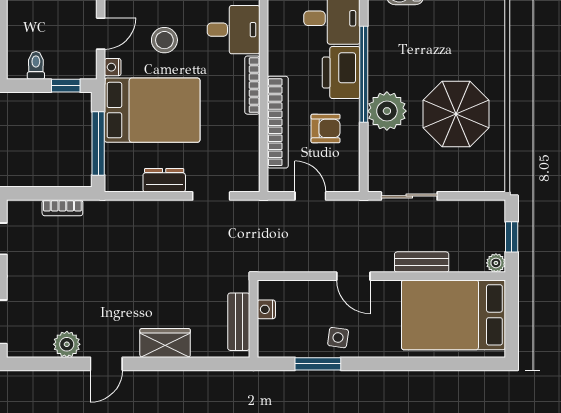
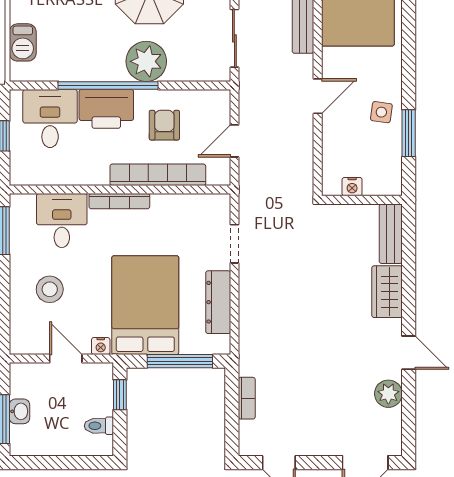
stool: (164, 40) -> (50, 289), moved
dresser: (164, 180) -> (218, 302), width x1.44
bench: (239, 322) -> (391, 234), moved, turned 90

